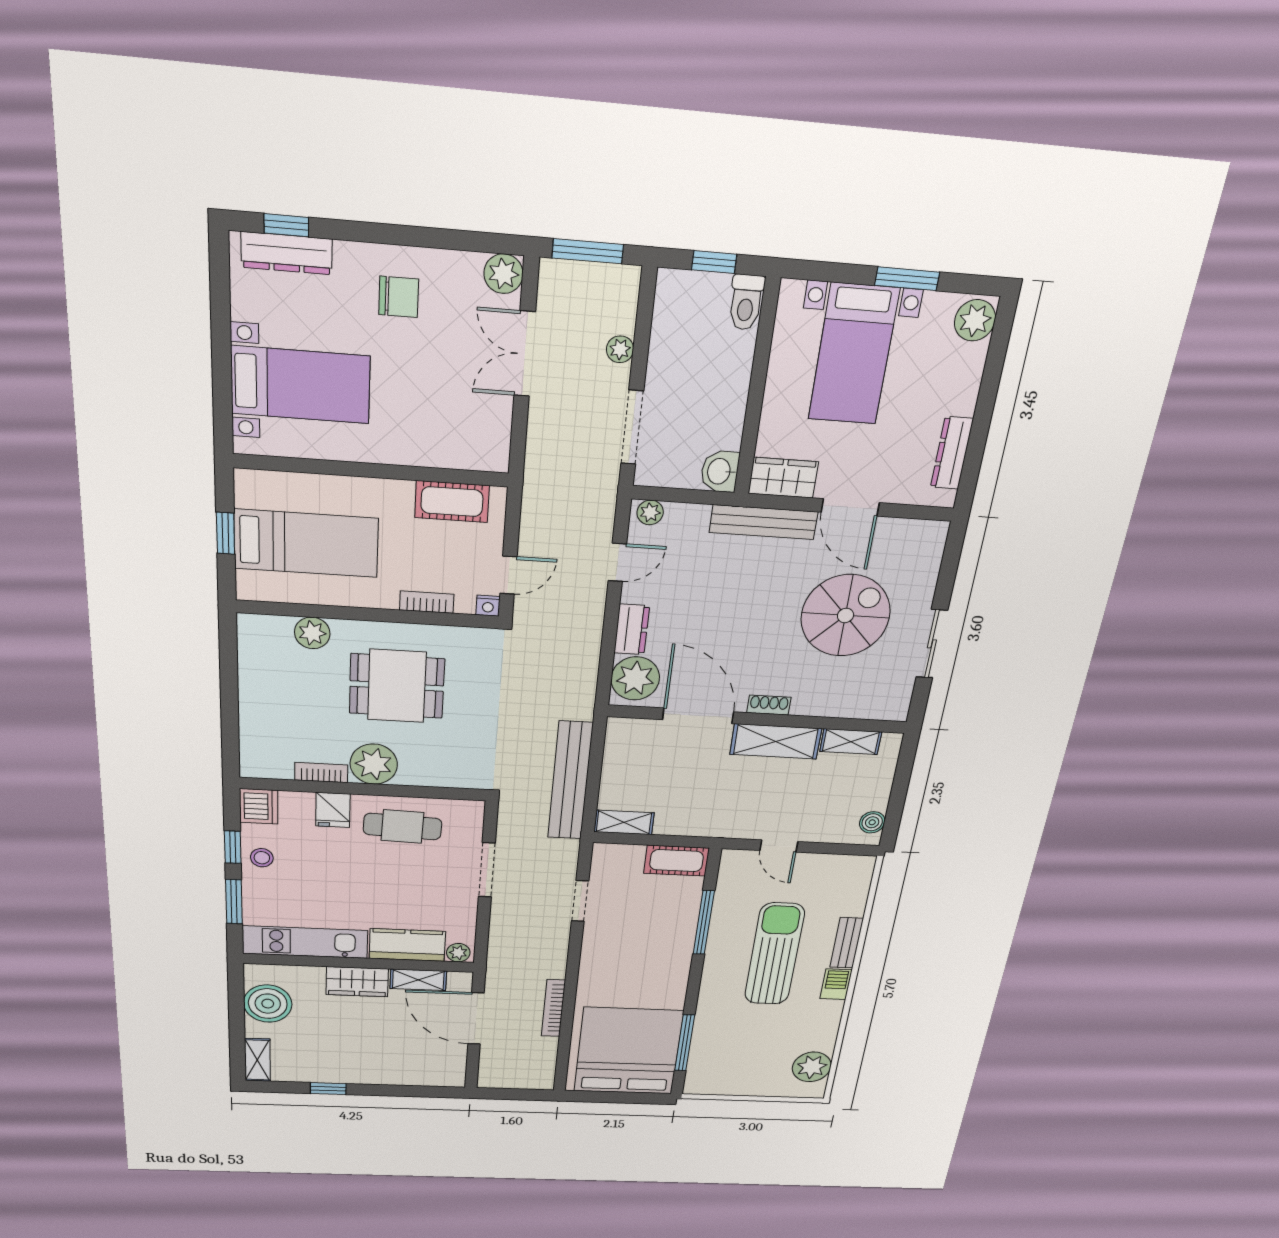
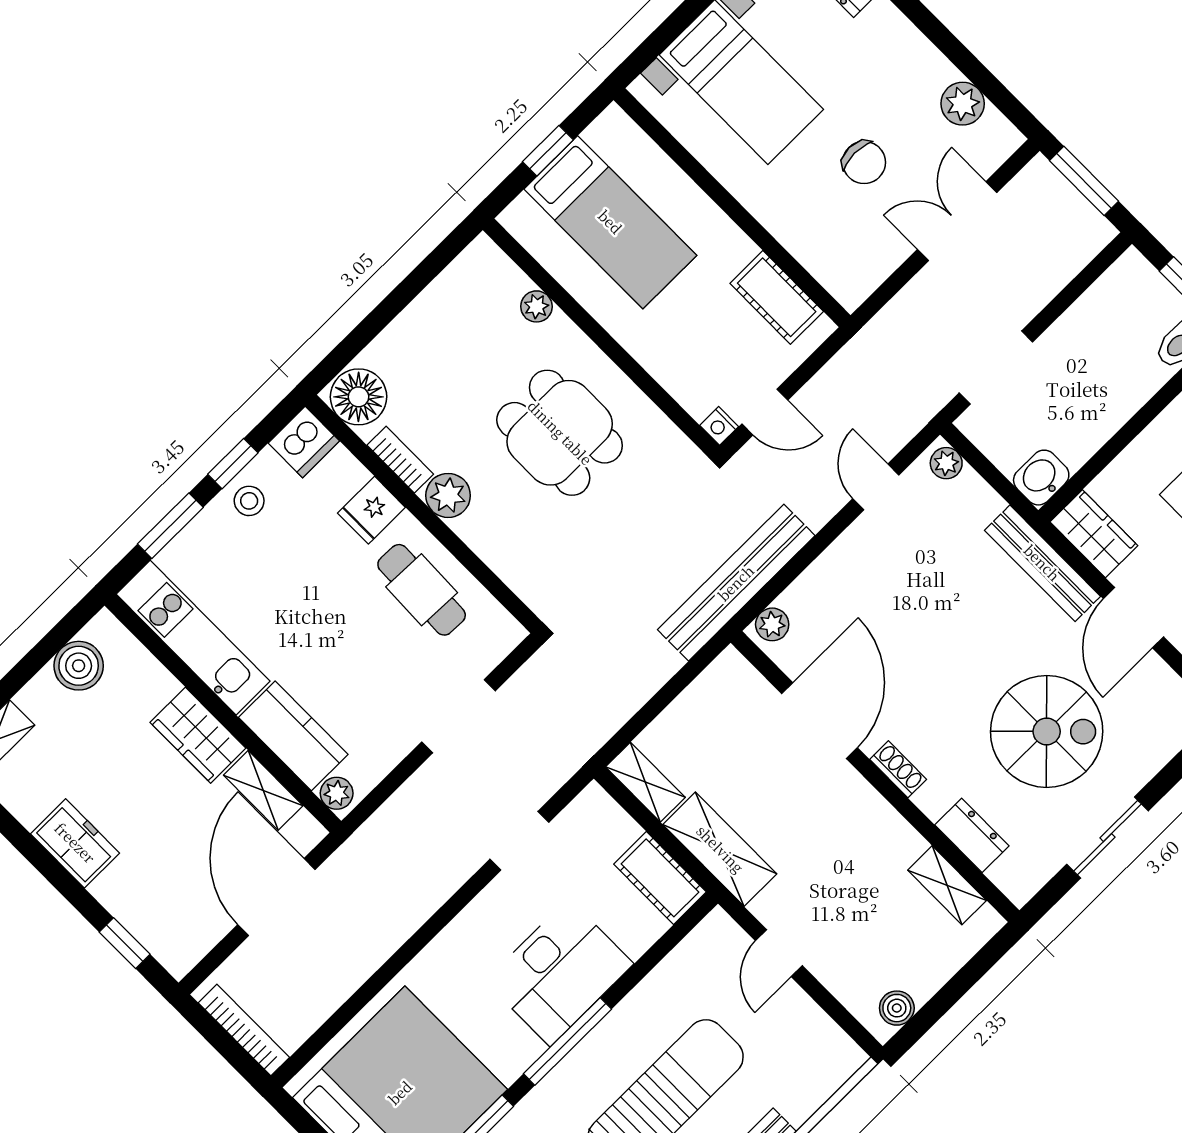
plant: (504, 274) -> (963, 104), moved
chair: (399, 297) -> (864, 162), moved
plant: (620, 349) -> (1043, 288), removed
door: (617, 562) -> (876, 487), swing flipped
bookcase: (427, 602) -> (666, 373), removed
dresser: (632, 629) -> (972, 835), moved, turned -90
plant: (312, 633) -> (537, 306), width x0.73, depth x0.73
plant: (635, 678) -> (772, 624), width x0.53, depth x0.53
shelving: (776, 741) -> (720, 849), moved
floor lamp: (263, 760) -> (359, 397), added
plant: (374, 764) -> (448, 495), width x0.73, depth x0.73
bench: (570, 781) -> (736, 583), moved
window: (704, 923) -> (567, 1041), moved
desk: (662, 942) -> (559, 972), added
boiler: (268, 1004) -> (79, 666), width x0.73, depth x0.73
bookcase: (553, 1008) -> (244, 1030), moved, turned 90
freezer: (348, 1071) -> (75, 843), added
window: (328, 1089) -> (125, 943), moved

